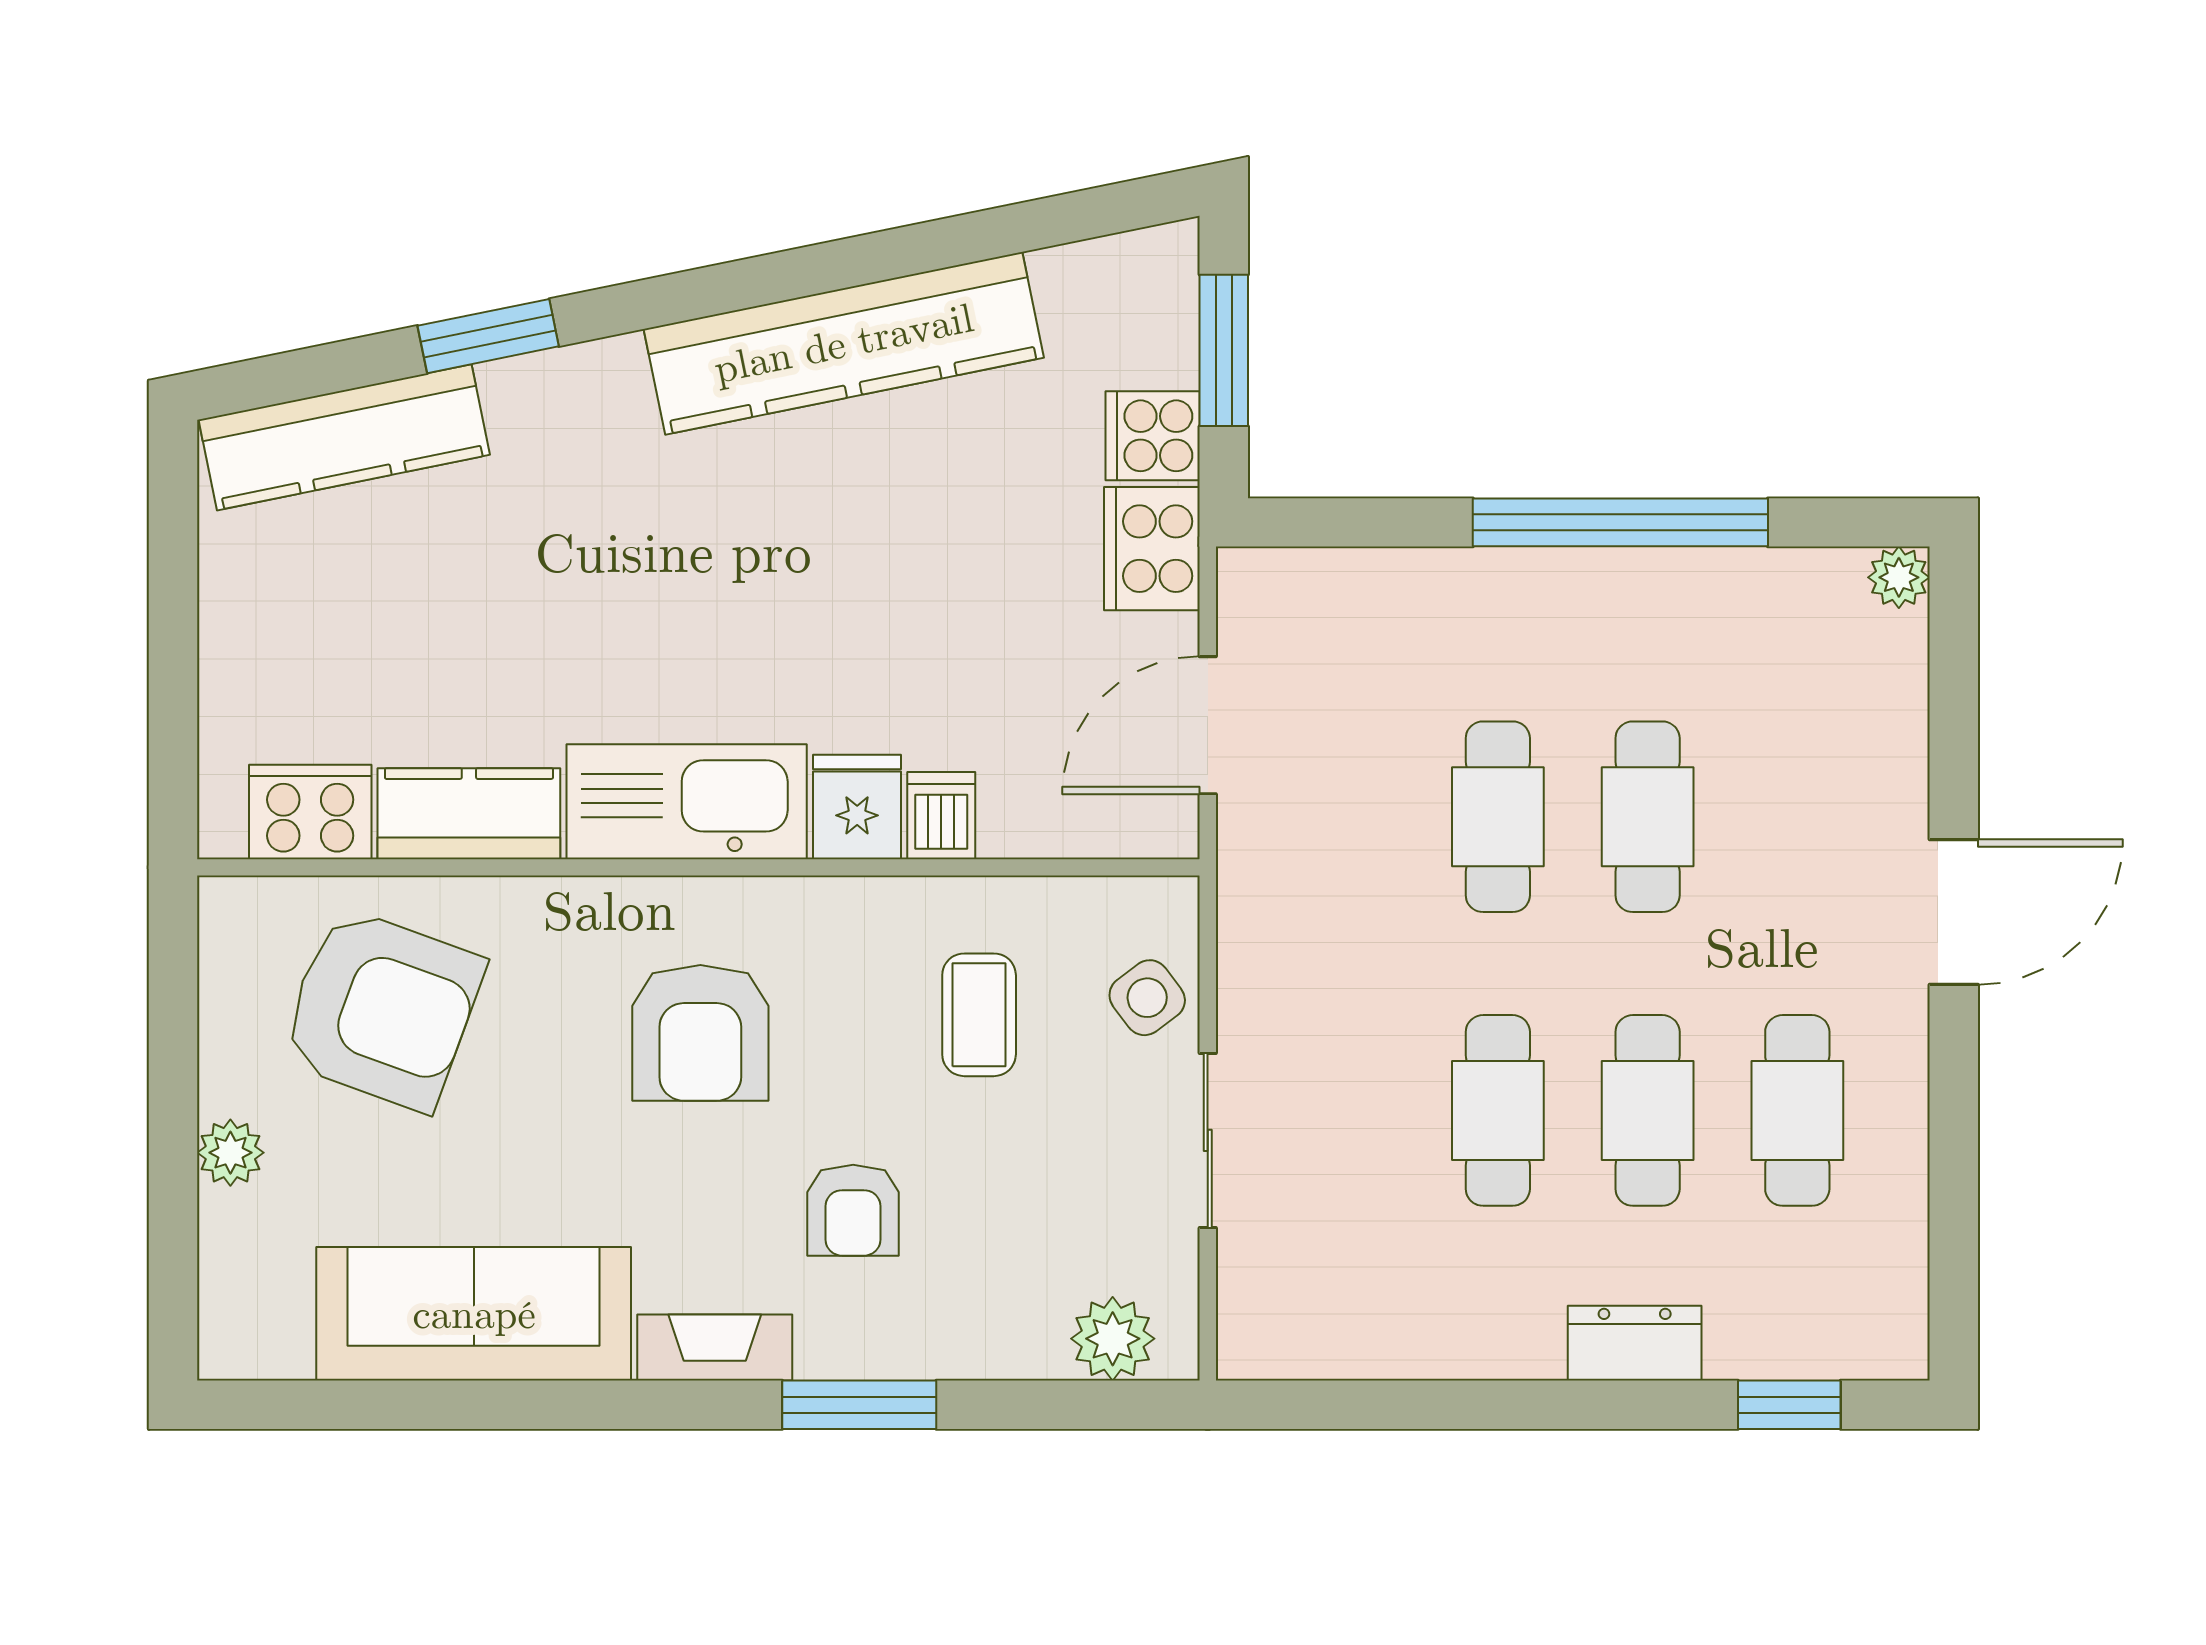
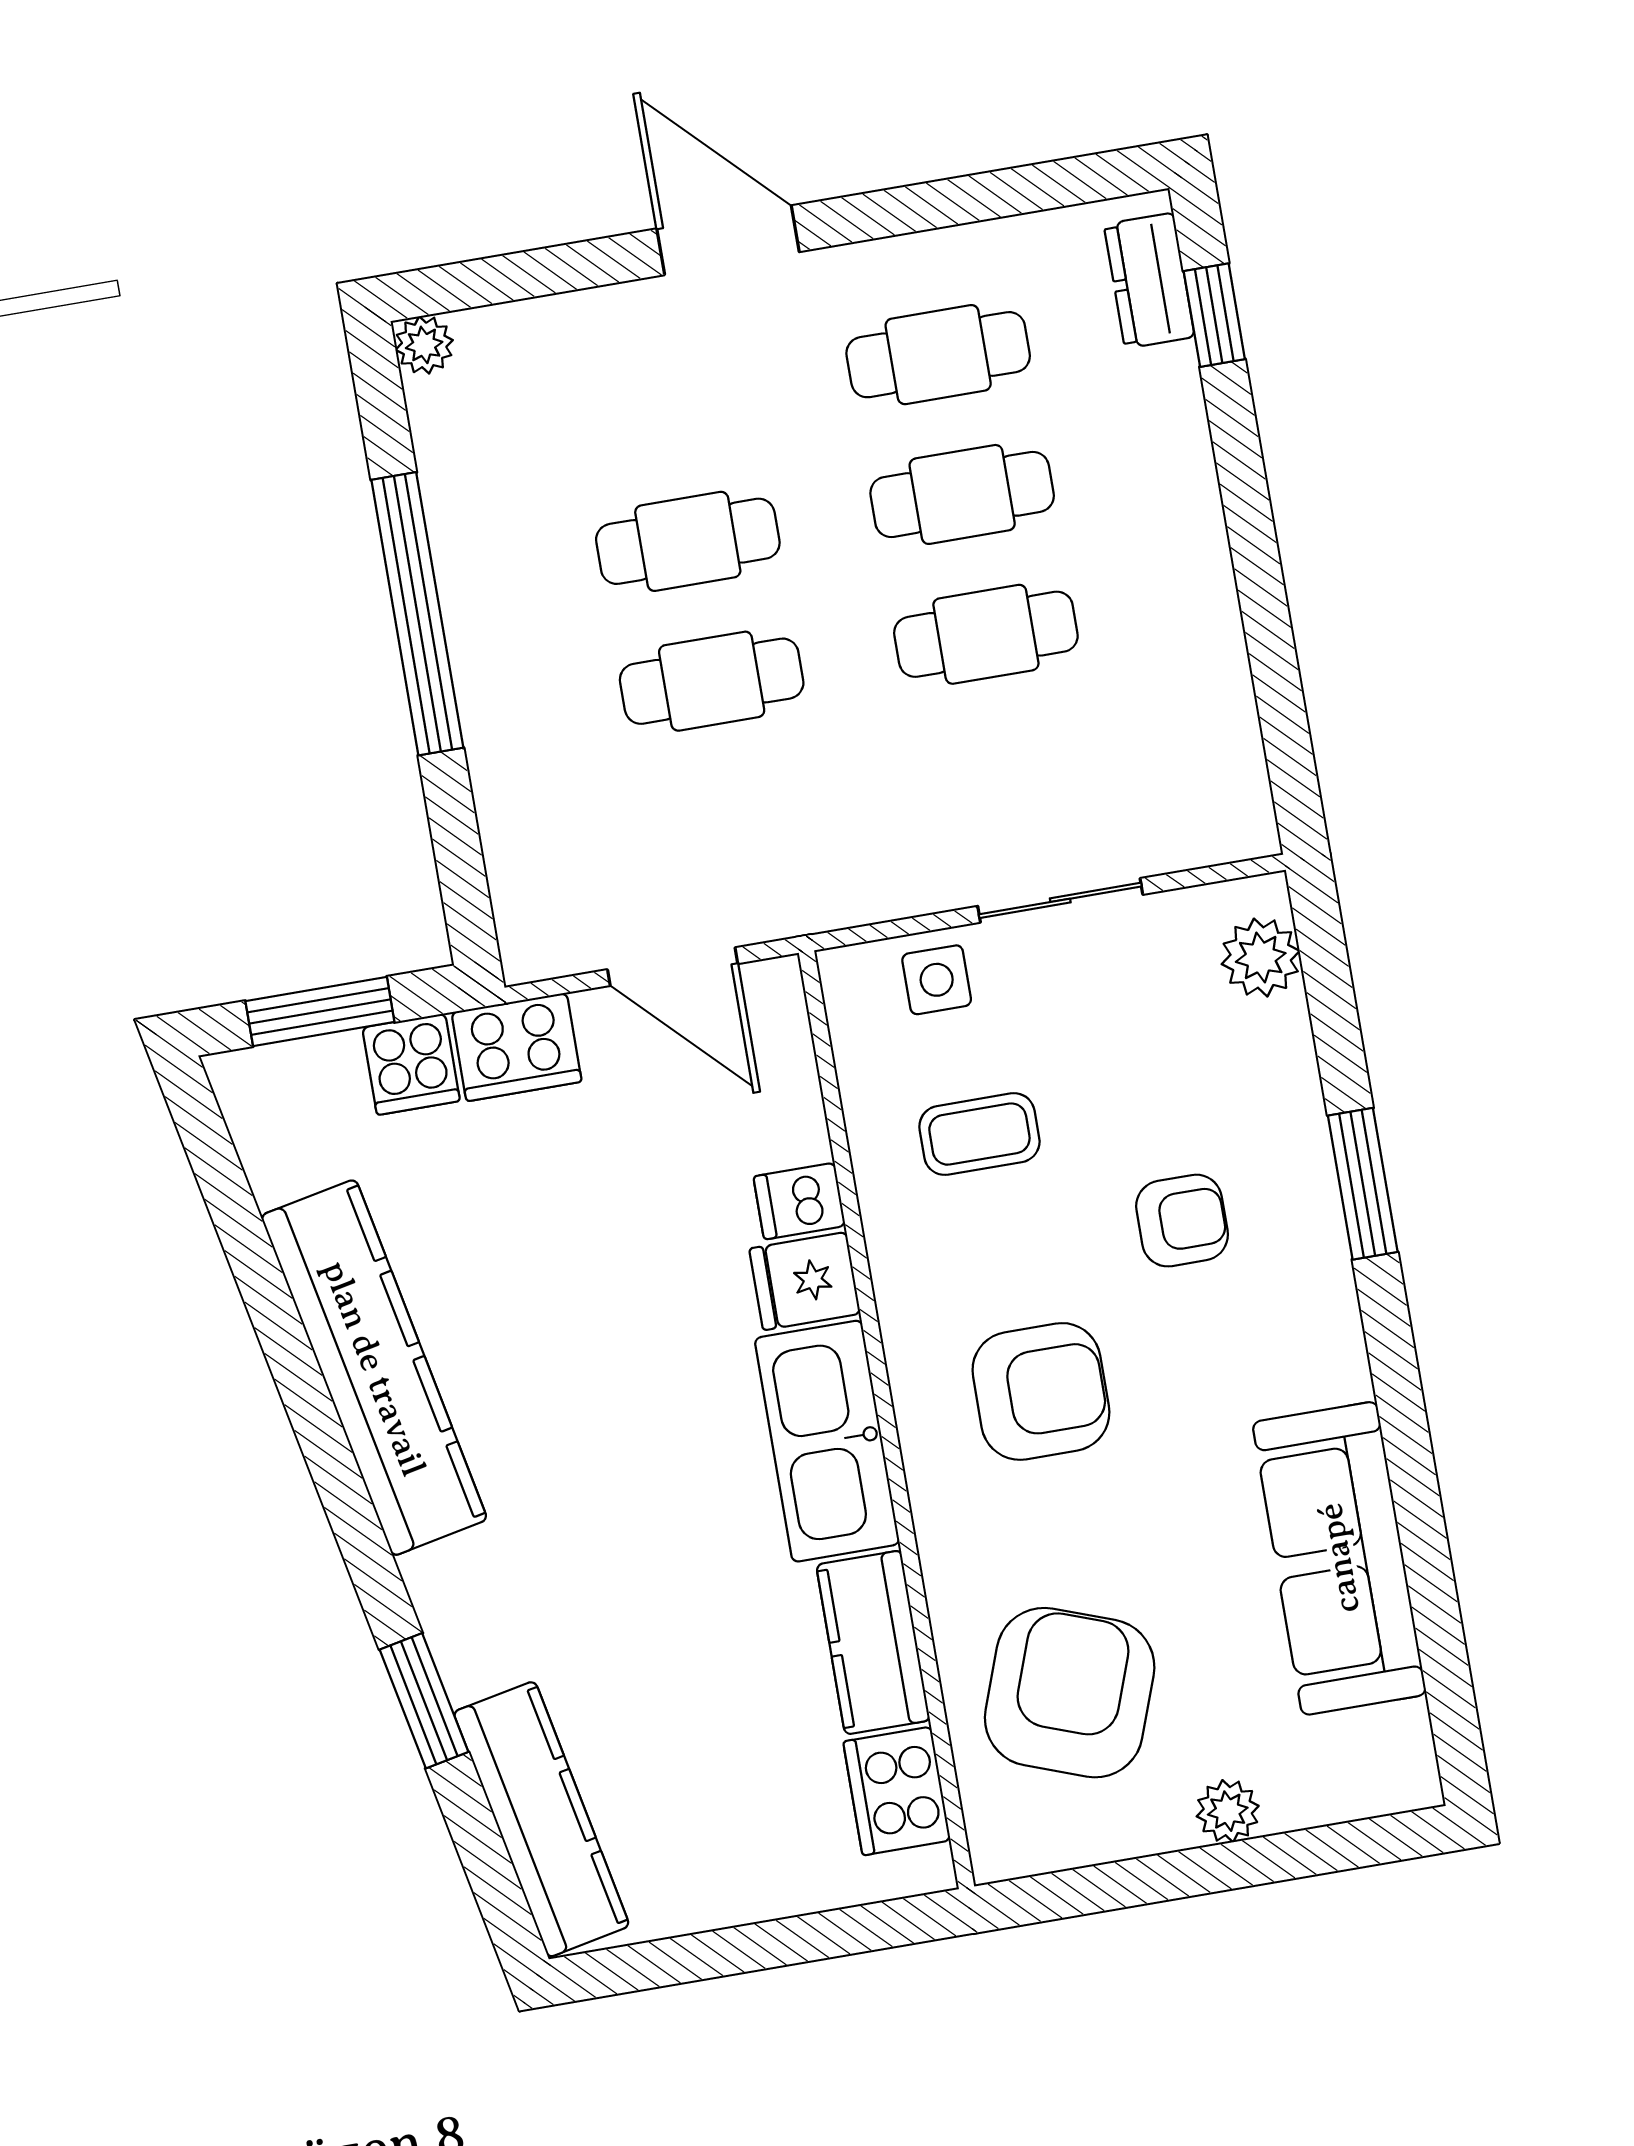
side table: (1147, 998) -> (937, 980), turned 37
dresser: (1635, 1343) -> (1149, 281), moved
fireplace: (715, 1348) -> (1332, 1328), removed

